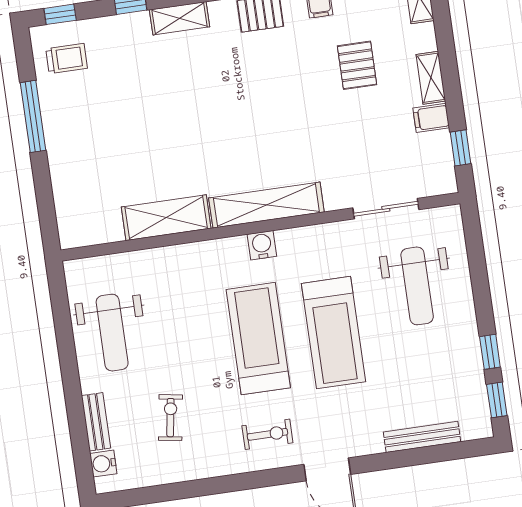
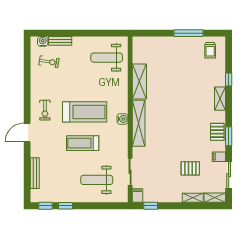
window: (60, 14) -> (229, 50), removed
shelving: (431, 78) -> (193, 198), moved
filing cabinet: (431, 118) -> (137, 196), moved
weight bench: (112, 333) -> (107, 58), moved
treadmill: (334, 333) -> (83, 143), width x0.73, depth x0.73
exercise bike: (170, 418) -> (49, 62), moved

